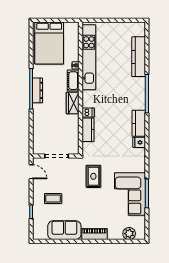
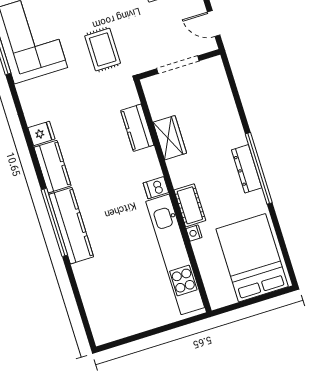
kitchen counter: (139, 57) -> (71, 226), moved
wardrobe: (73, 103) -> (170, 138), moved
dishwasher: (88, 112) -> (156, 188), moved

